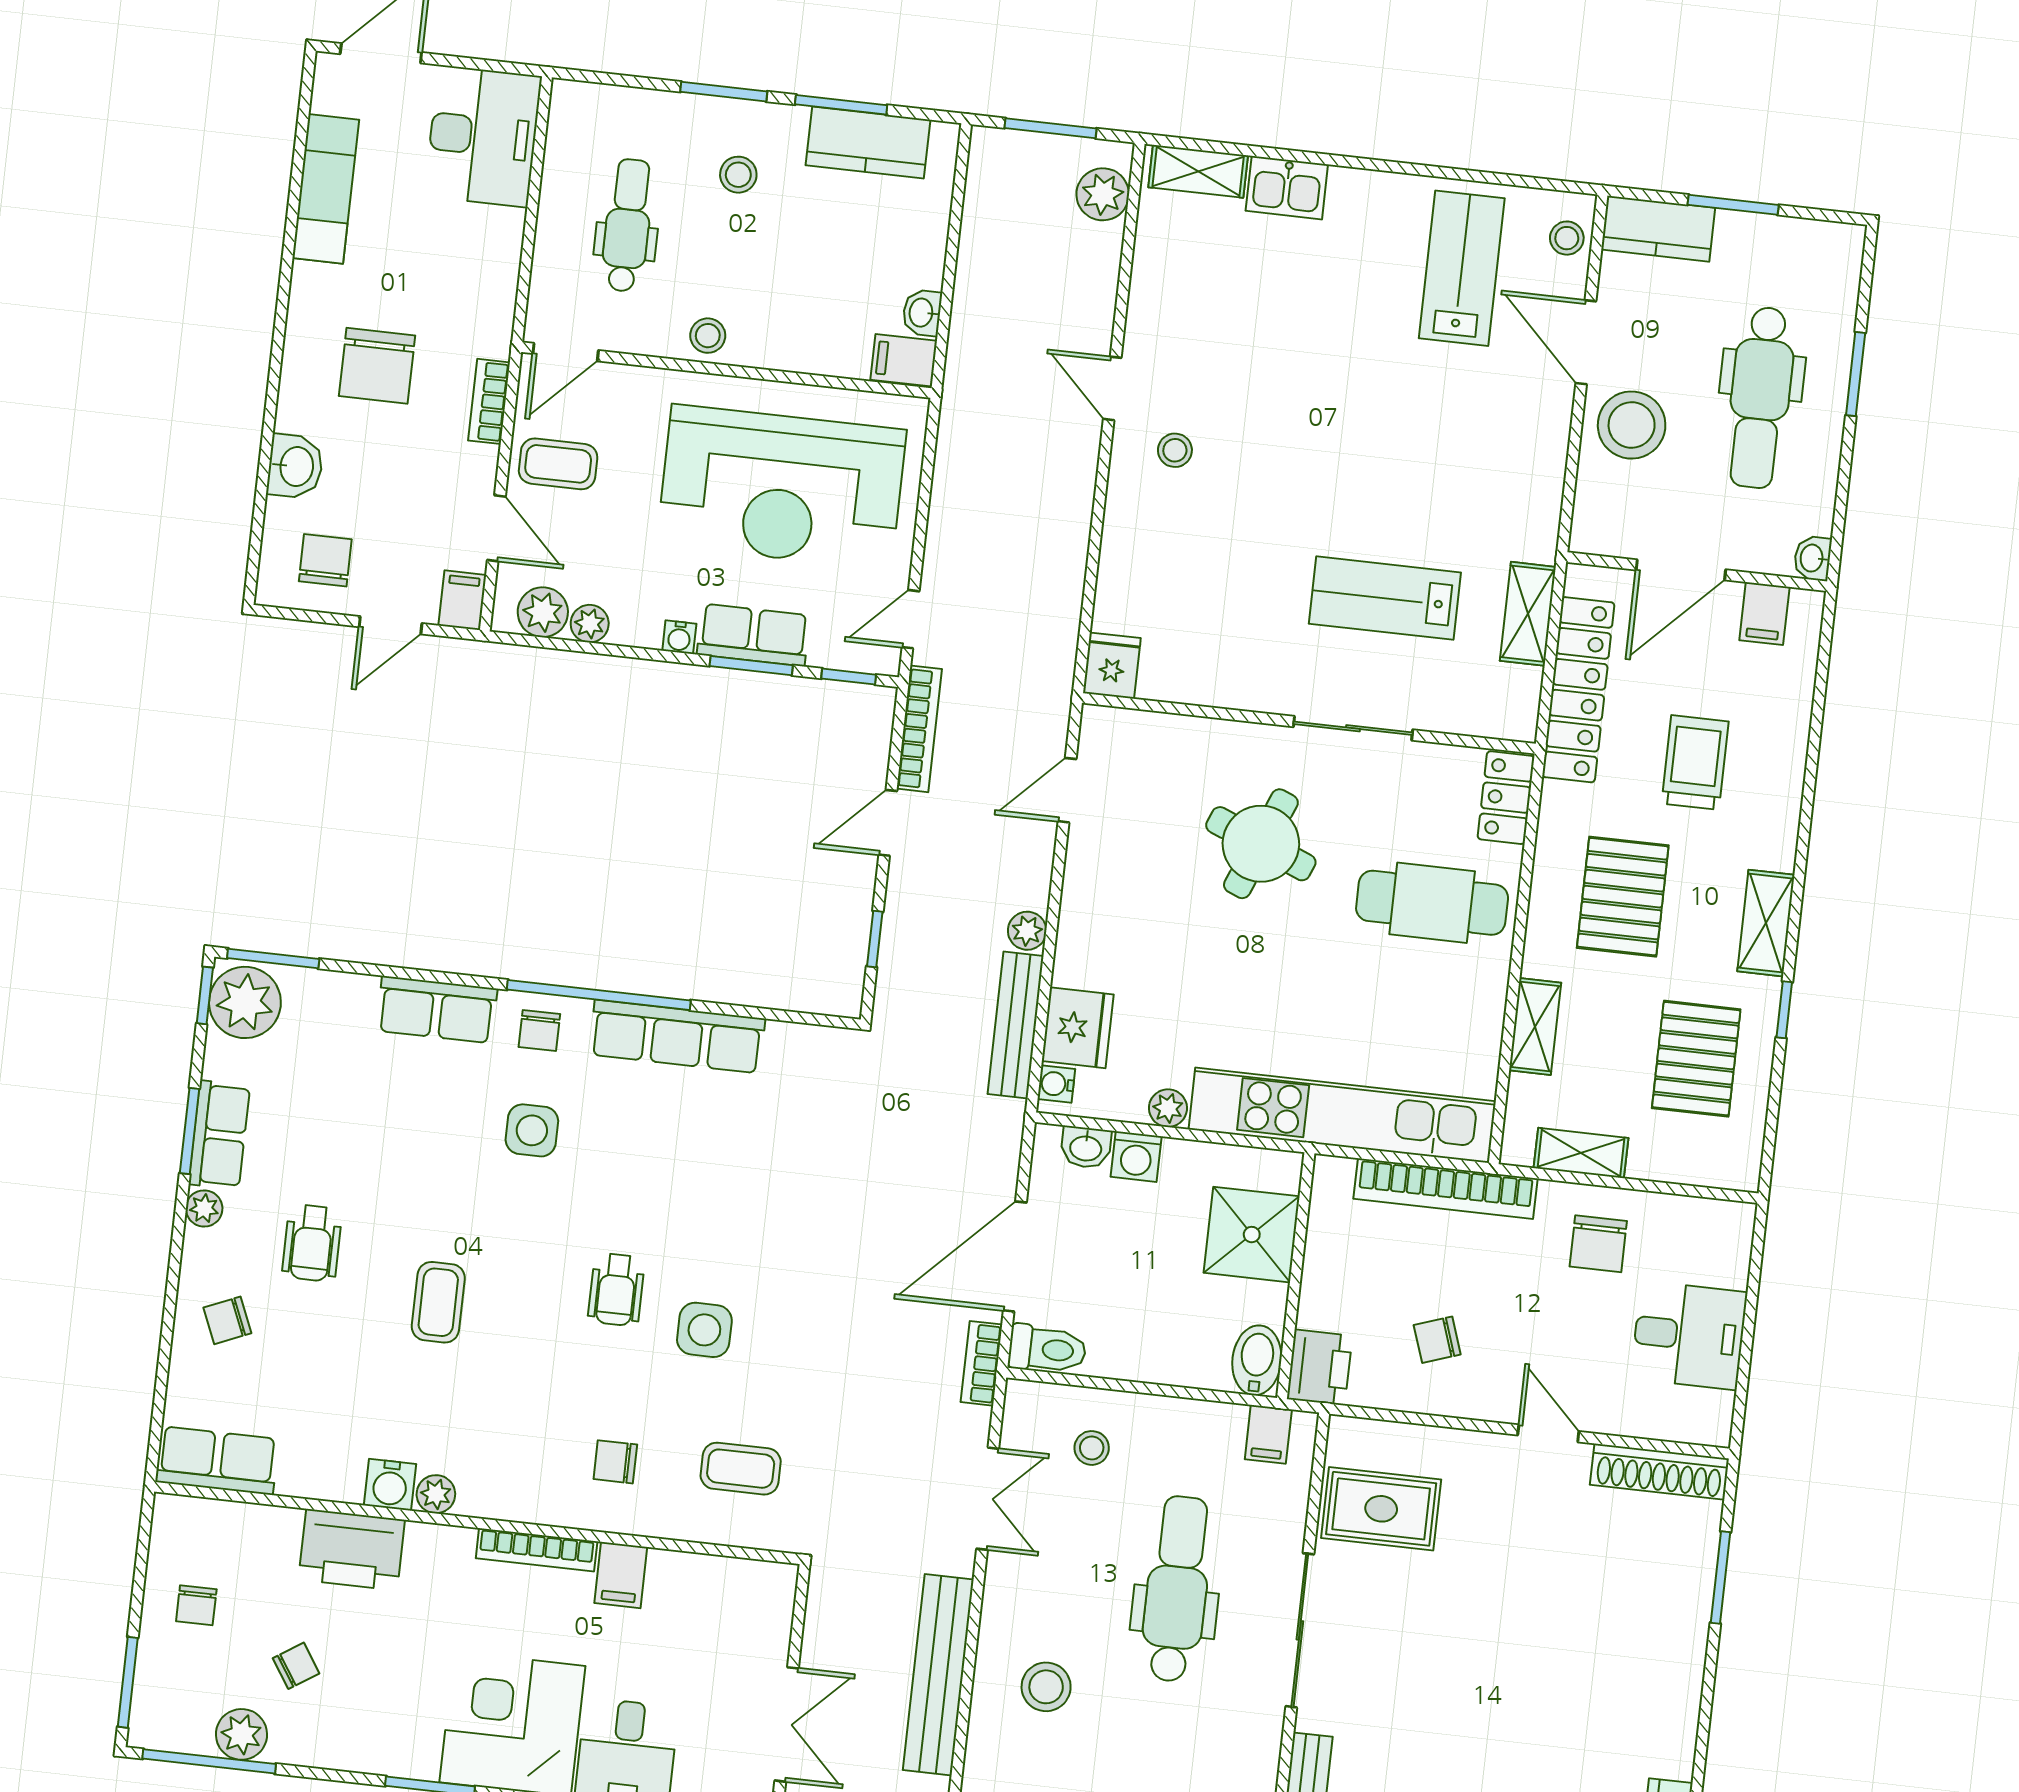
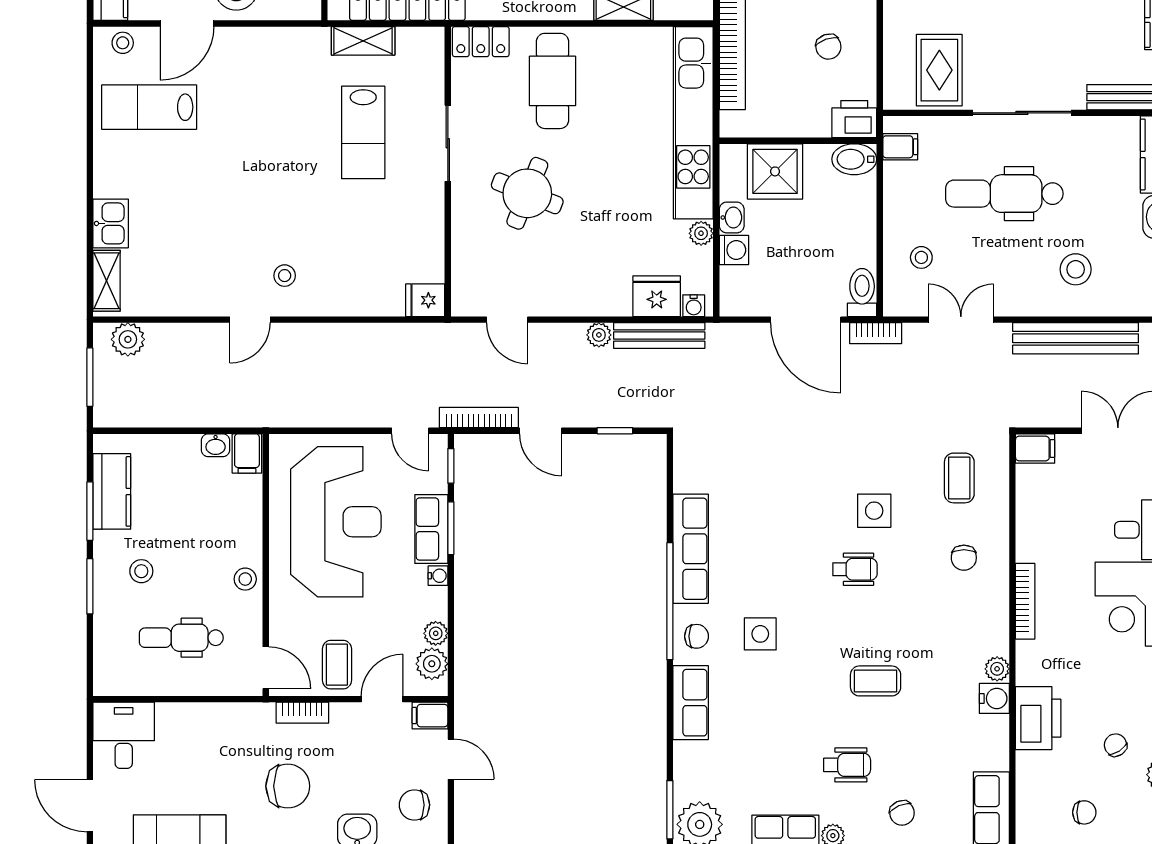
desk: (483, 136) -> (124, 735), width x0.73
washbasin: (1086, 1147) -> (732, 217), moved
filing cabinet: (621, 1575) -> (1035, 449), moved

